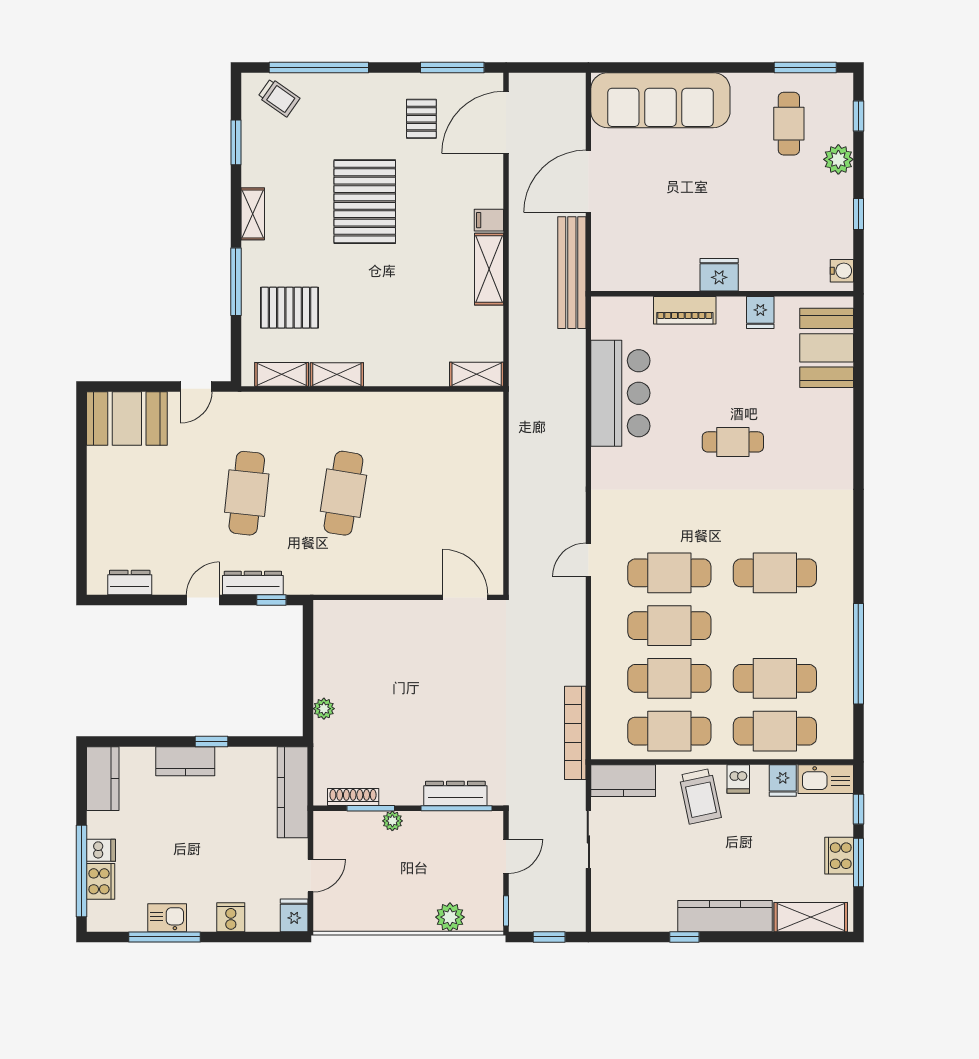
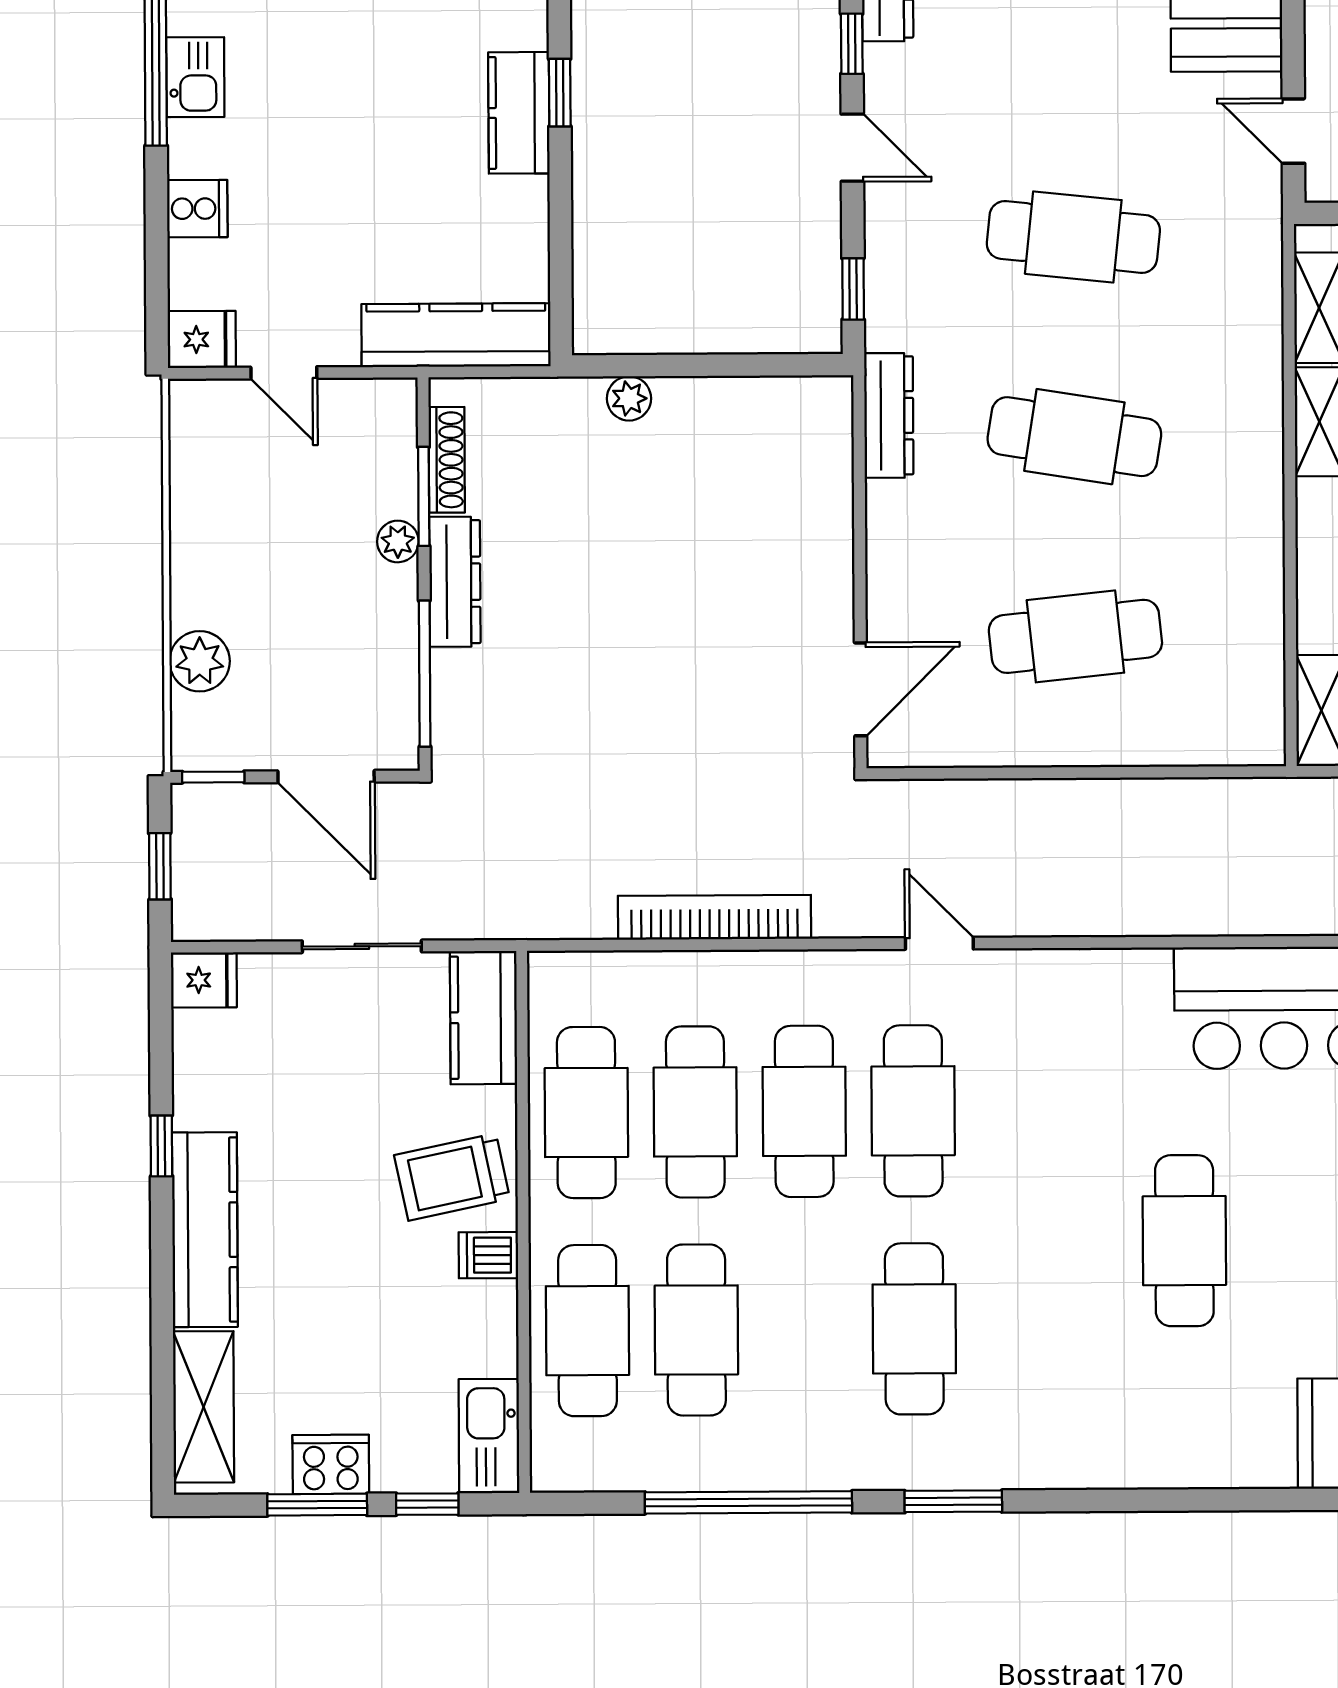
cafe table: (733, 442) -> (1184, 1241), width x1.37, depth x1.35
cafe table: (440, 493) -> (1075, 636), added
window: (858, 554) -> (953, 1501), added
dresser: (253, 583) -> (889, 415), moved
window: (153, 600) -> (852, 44), added
bookcase: (575, 733) -> (714, 917), moved
window: (212, 741) -> (560, 93), moved
fridge: (783, 780) -> (204, 980), moved, turned 180
dresser: (455, 793) -> (455, 582), moved
door: (506, 856) -> (326, 777), width x1.38

